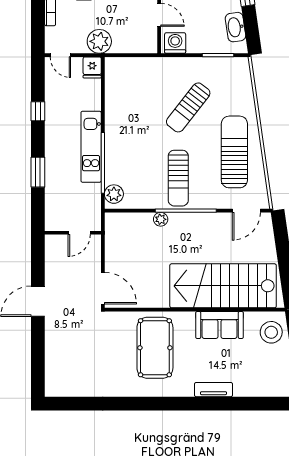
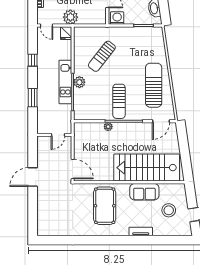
sun lounger: (188, 107) -> (102, 56), moved
plant: (114, 194) -> (79, 82), moved
stool: (271, 332) -> (169, 210), moved

